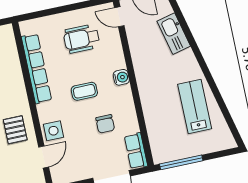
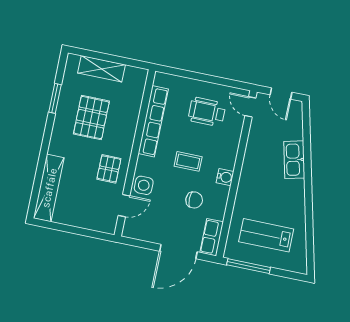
kitchen sink: (174, 34) -> (294, 160), moved
water cooler: (121, 77) -> (225, 177), moved
lab bench: (195, 106) -> (266, 235), moved, turned -90
chair: (105, 124) -> (194, 200), turned -90

